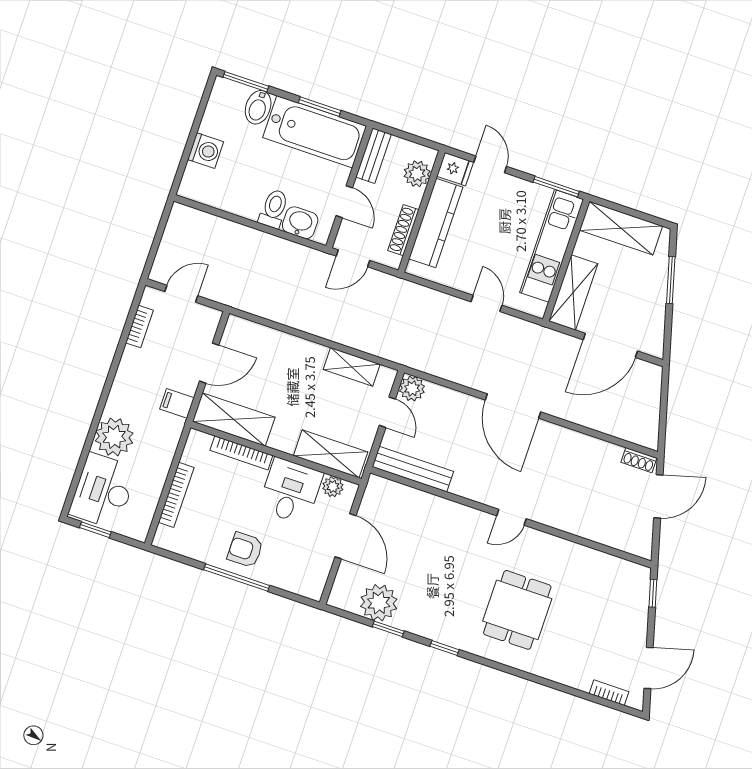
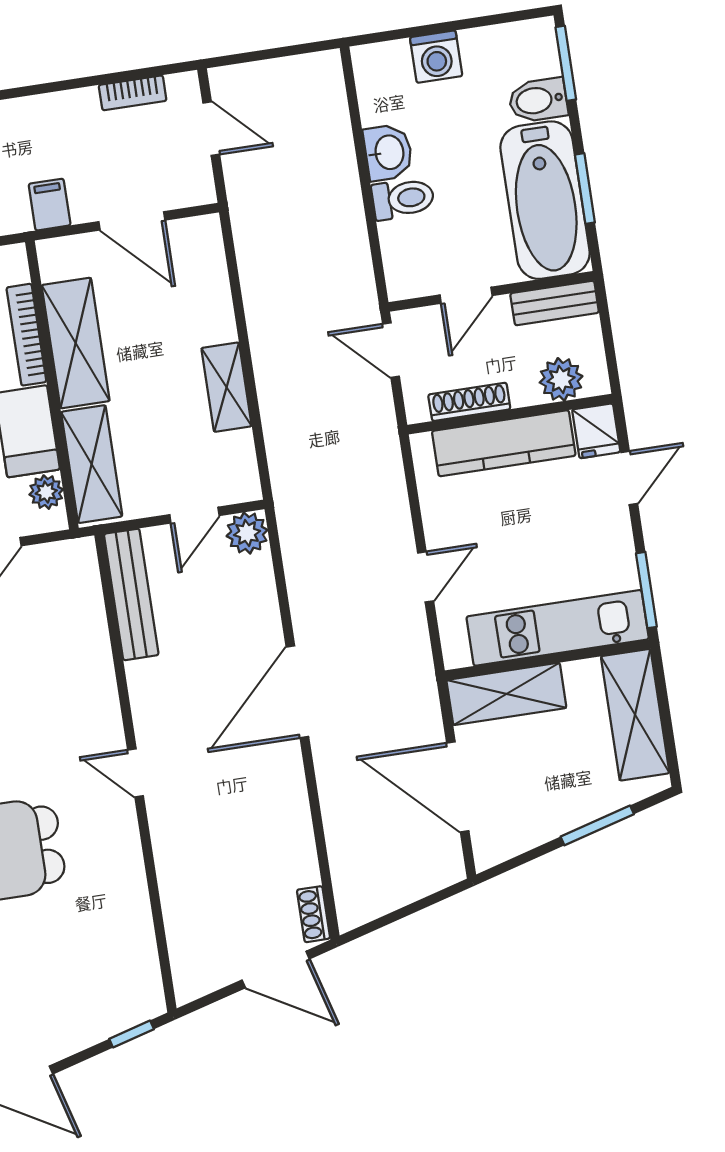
washbasin: (300, 223) -> (388, 152), moved
shelving: (352, 367) -> (227, 387), moved
shelving: (234, 419) -> (76, 343), moved

